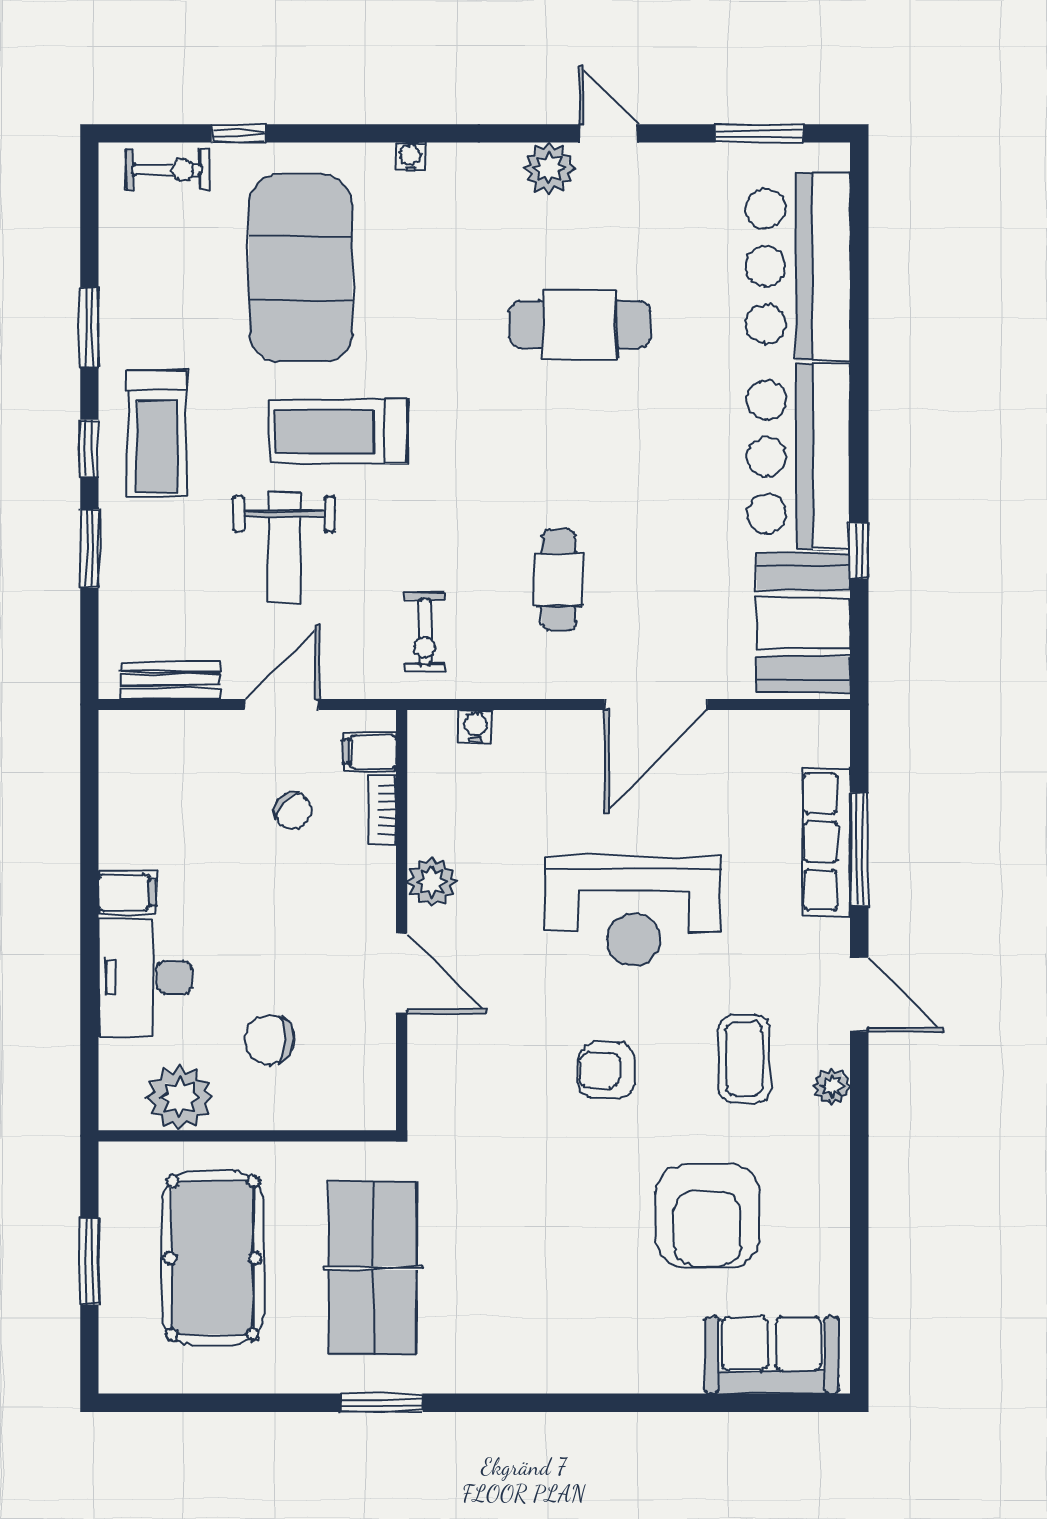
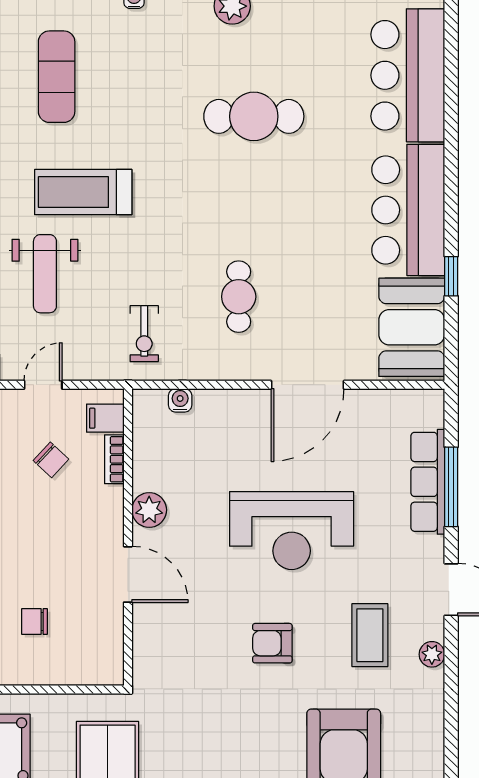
exercise mat: (301, 268) -> (57, 77), width x0.50, depth x0.69
door: (282, 705) -> (43, 385), width x0.73
chair: (269, 1040) -> (34, 621), width x0.73, depth x0.73

